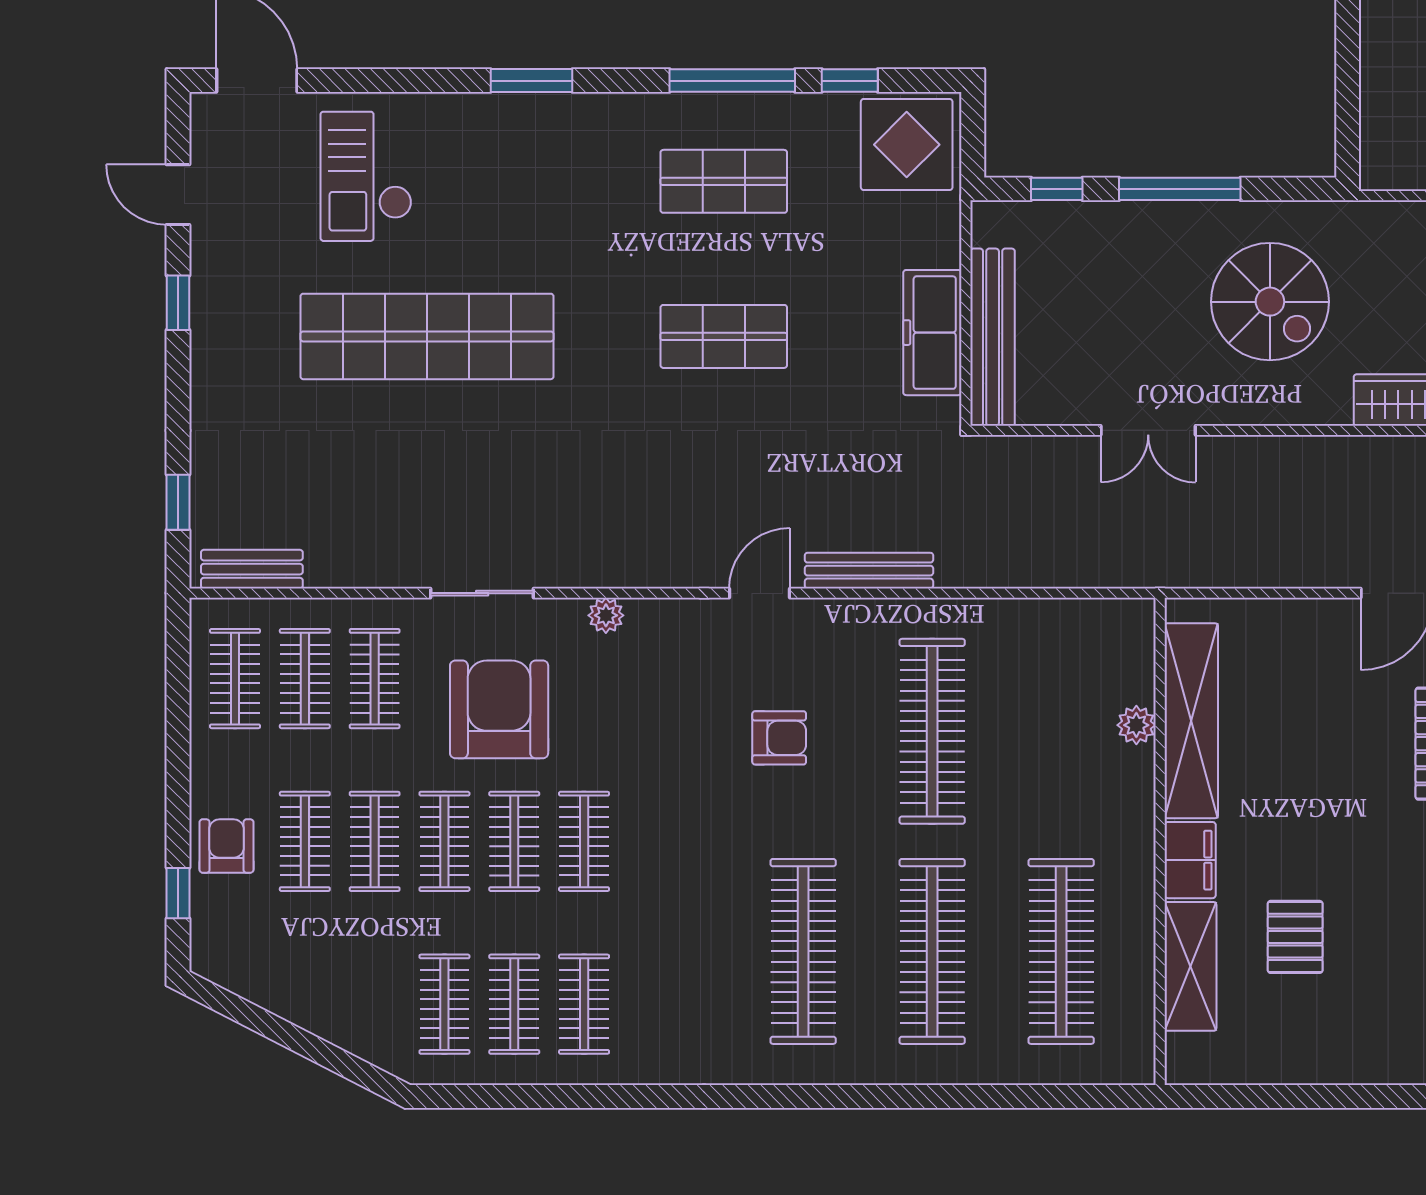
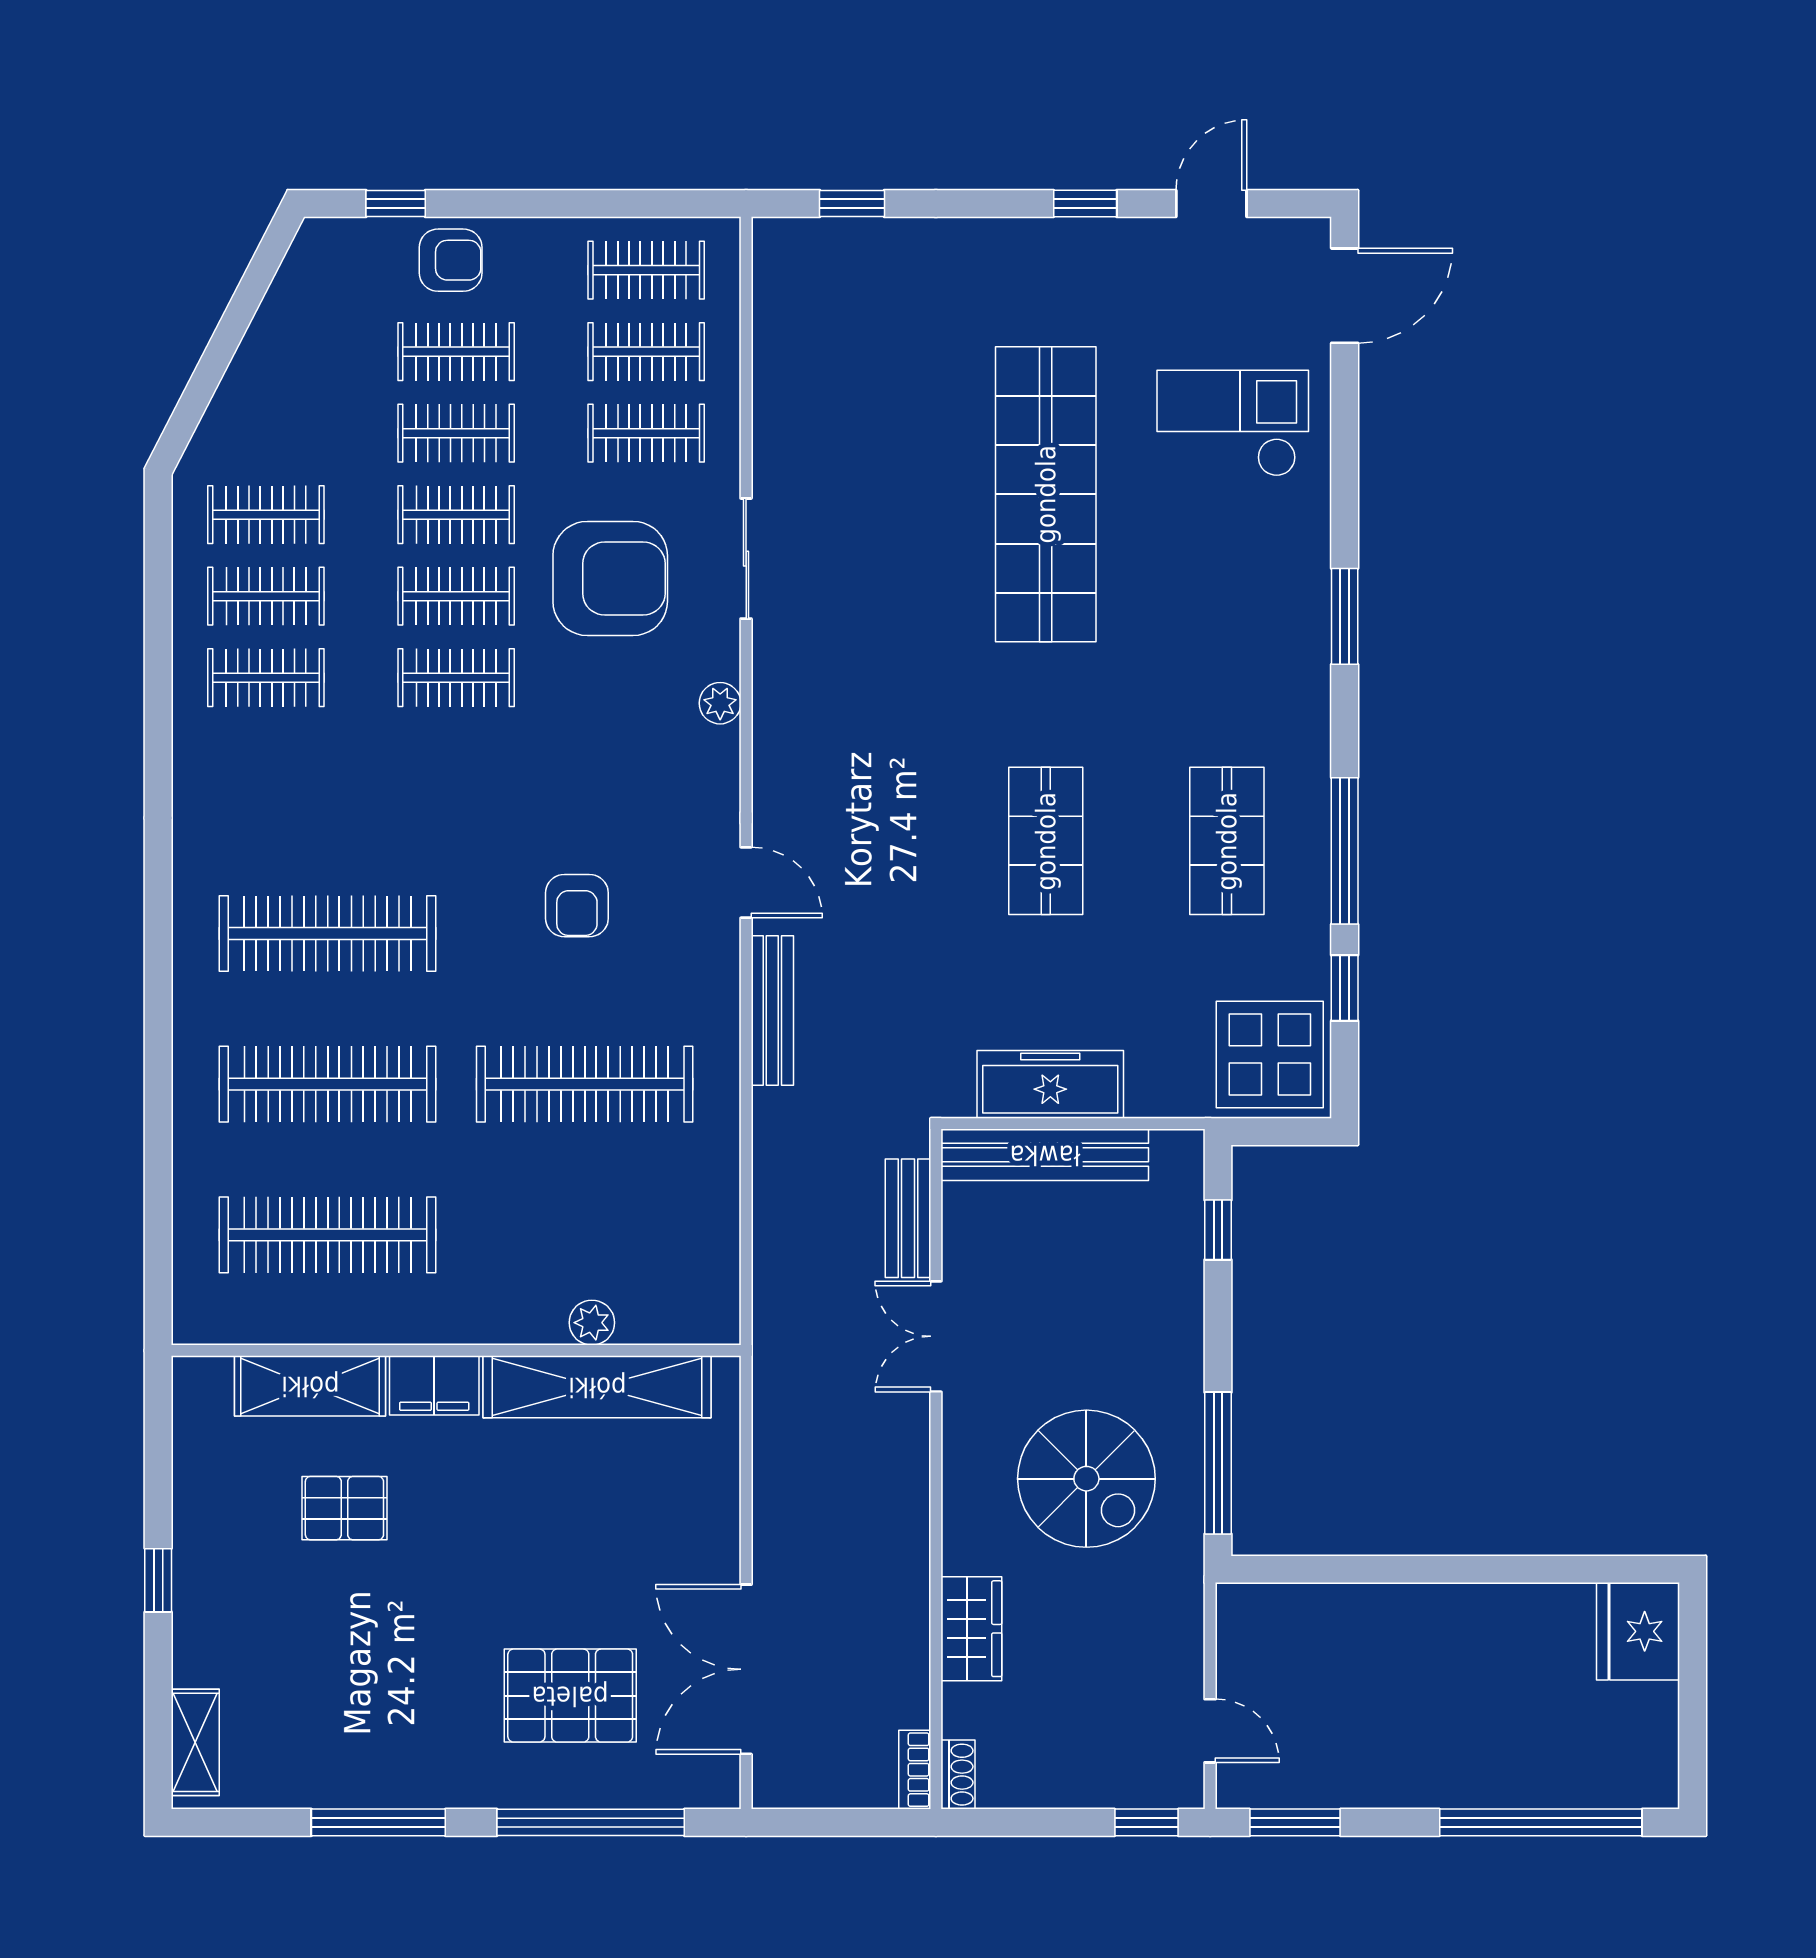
window: (1180, 189) -> (1218, 1463), moved
spiral stairs: (1270, 302) -> (1086, 1479), turned -90
bench: (252, 569) -> (908, 1218), moved
window: (1357, 1097) -> (158, 1580), added

